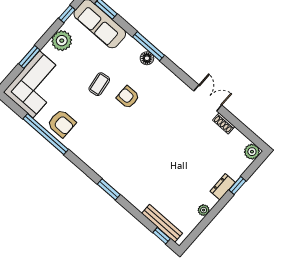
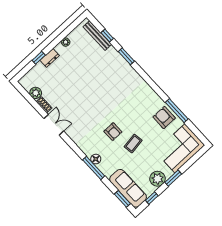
window: (29, 57) -> (173, 178), moved
double door: (208, 98) -> (54, 125), swing flipped
window: (46, 134) -> (177, 111), width x0.68
plant: (252, 152) -> (36, 93), moved
window: (109, 189) -> (126, 56), moved
window: (162, 236) -> (107, 36), moved

